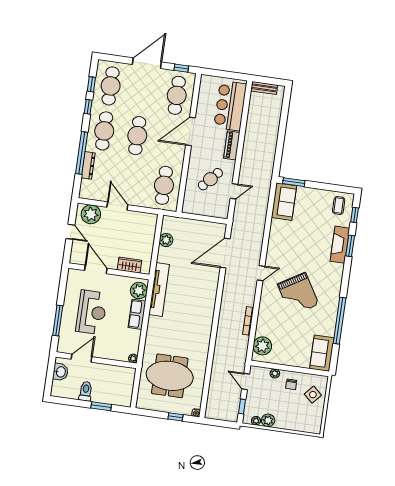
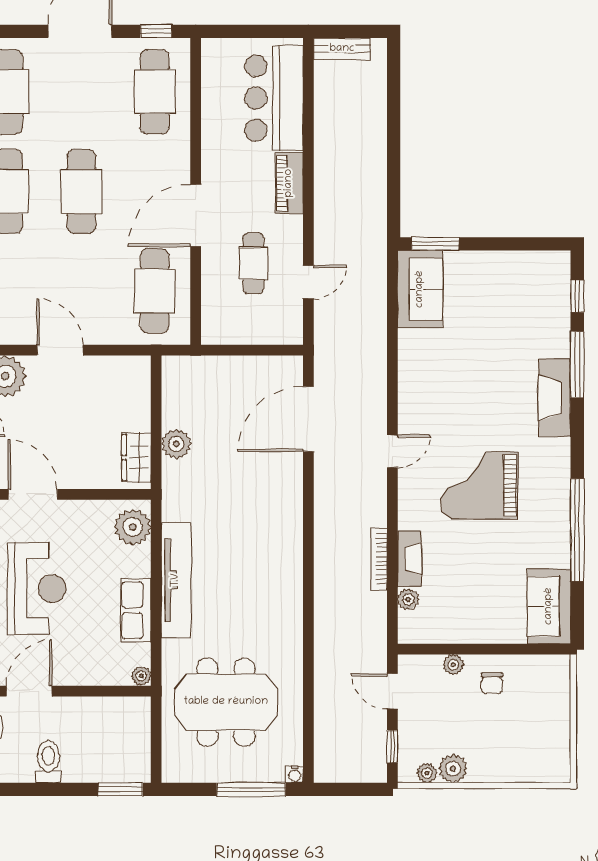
door: (190, 131) -> (196, 215), moved
cafe table: (210, 179) -> (253, 263), turned -42
coffee table: (339, 206) -> (540, 281), removed
plant: (166, 240) -> (176, 444), moved
fireplace: (340, 245) -> (555, 398), moved
window: (350, 246) -> (577, 365), width x1.44
wardrobe: (129, 265) -> (136, 458), moved, turned -90
tv unit: (159, 290) -> (176, 580), moved
grand piano: (298, 294) -> (479, 486), turned 121
row of seats: (137, 314) -> (136, 610), moved
fireplace: (262, 323) -> (409, 559), added
plant: (262, 346) -> (408, 599), width x0.53, depth x0.53
side table: (313, 395) -> (542, 699), removed
window: (101, 406) -> (120, 789), moved
window: (175, 417) -> (251, 789), width x2.17

